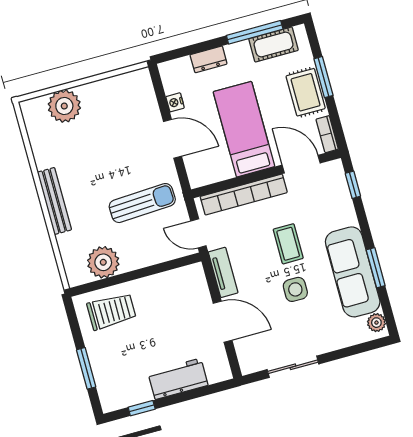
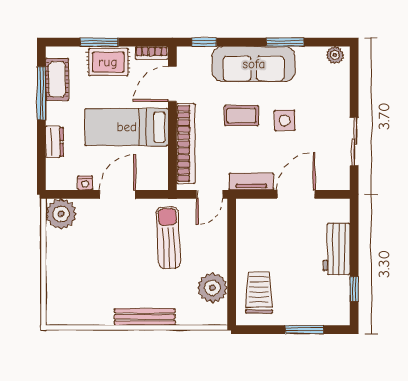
plant: (64, 106) -> (61, 214), moved
sofa: (353, 272) -> (254, 64), moved

